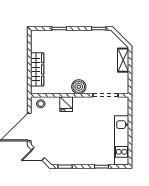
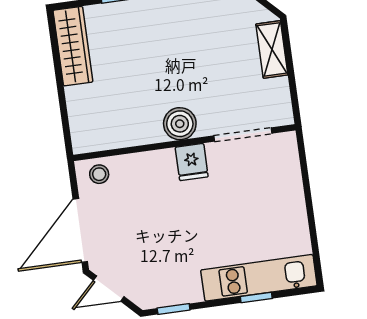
wardrobe: (37, 69) -> (73, 46), moved
fridge: (66, 104) -> (192, 162), moved
kitchen unit: (122, 140) -> (259, 278), moved, turned 90

